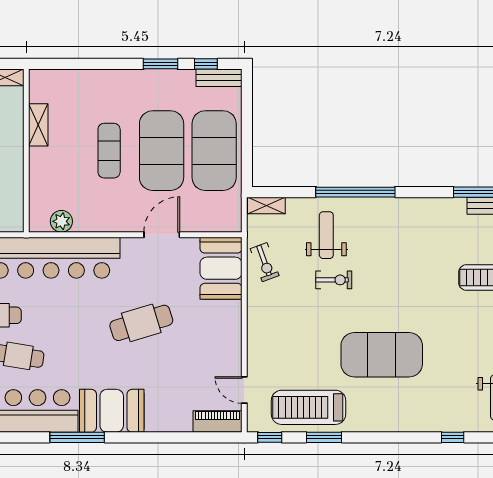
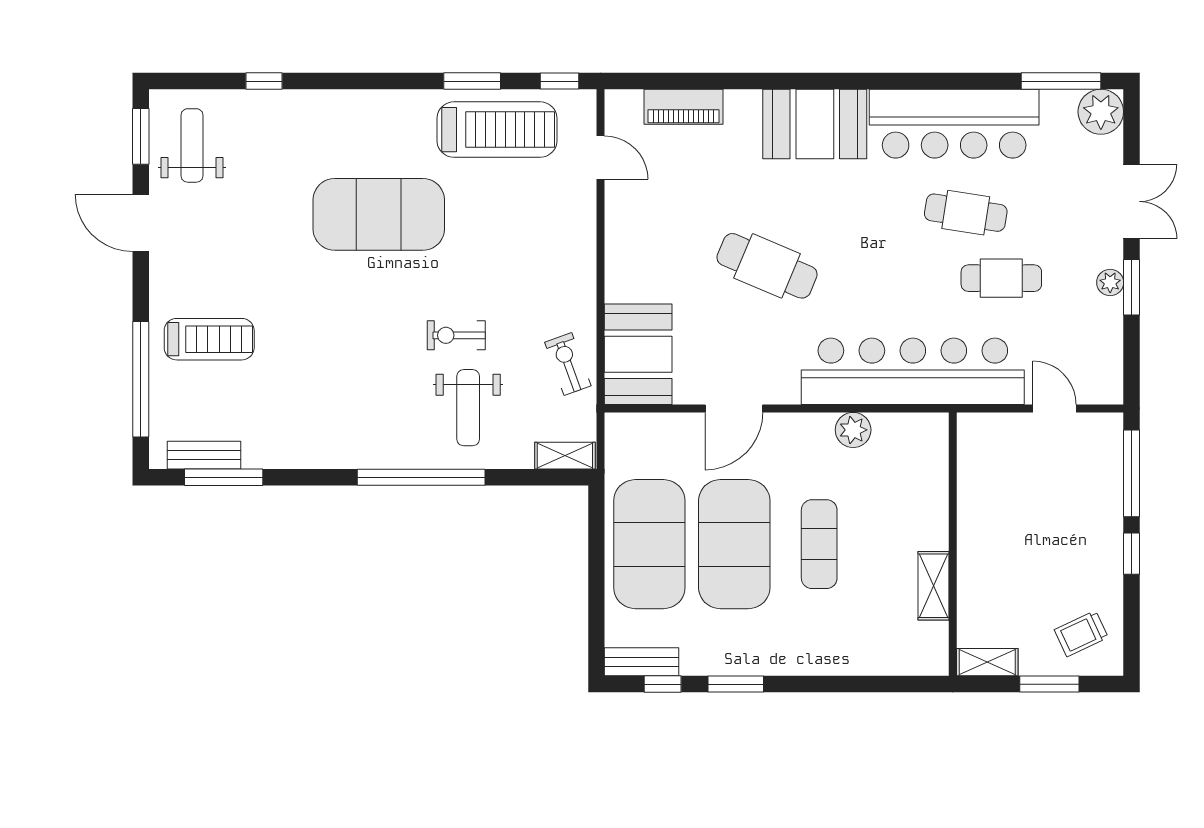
plant: (61, 221) -> (853, 430), moved
cafe table: (141, 323) -> (767, 266), turned 40
piano: (218, 421) -> (683, 107), moved
window: (77, 437) -> (871, 81), removed

